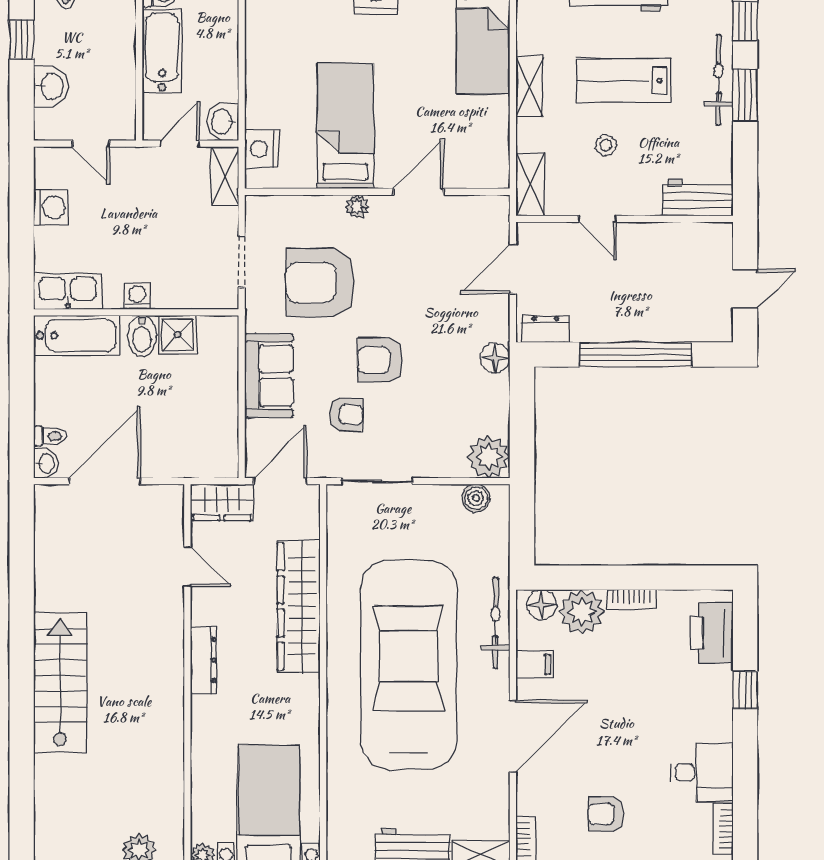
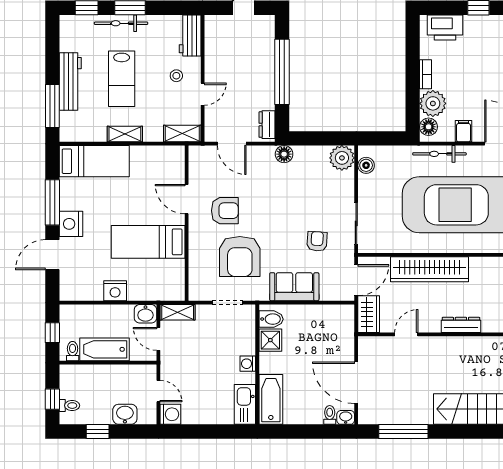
door: (91, 144) -> (158, 391), hinge flipped
stool: (606, 145) -> (176, 76), moved
nightstand: (262, 149) -> (115, 291), moved
washing machine: (51, 207) -> (170, 414), moved, turned 90
plant: (357, 207) -> (195, 235), removed
bidet: (142, 336) -> (271, 319), moved
armchair: (380, 360) -> (225, 211), moved, turned -90
door: (280, 481) -> (356, 280), swing flipped
window: (22, 562) -> (403, 432), added

